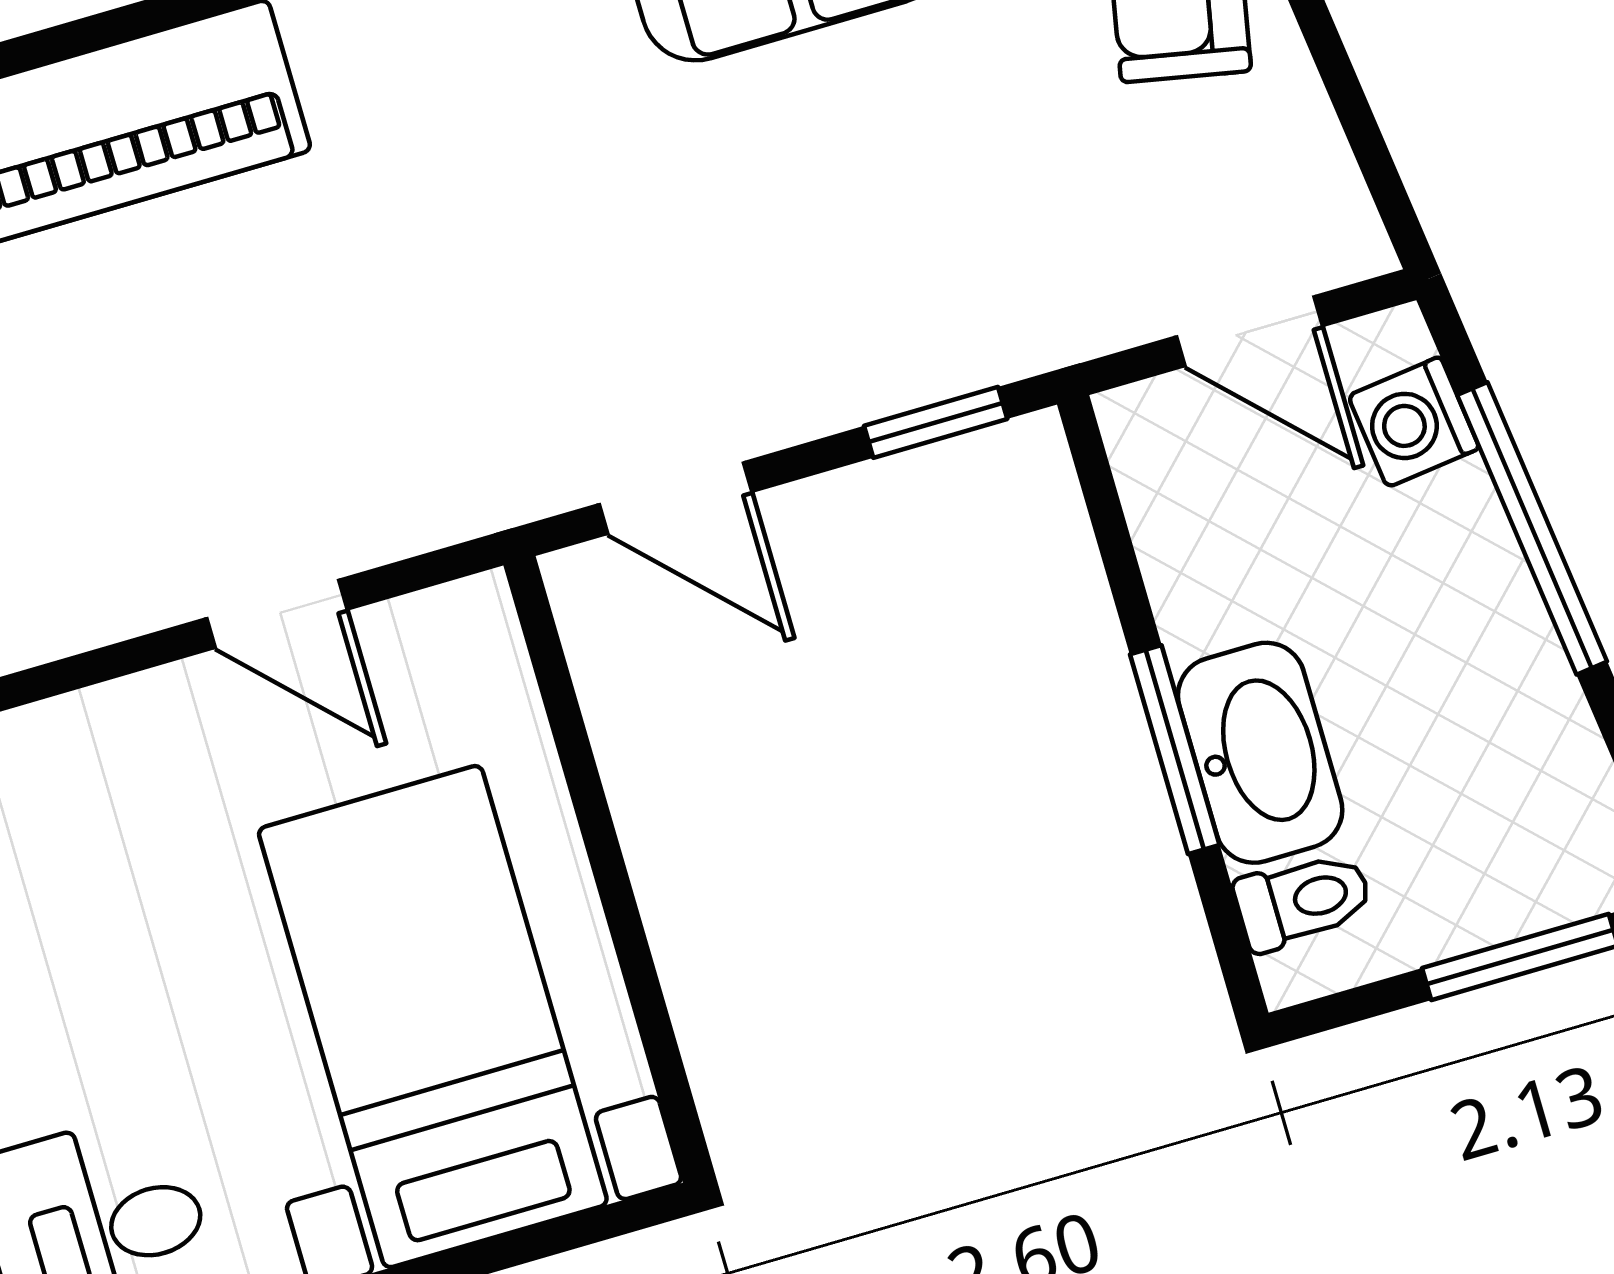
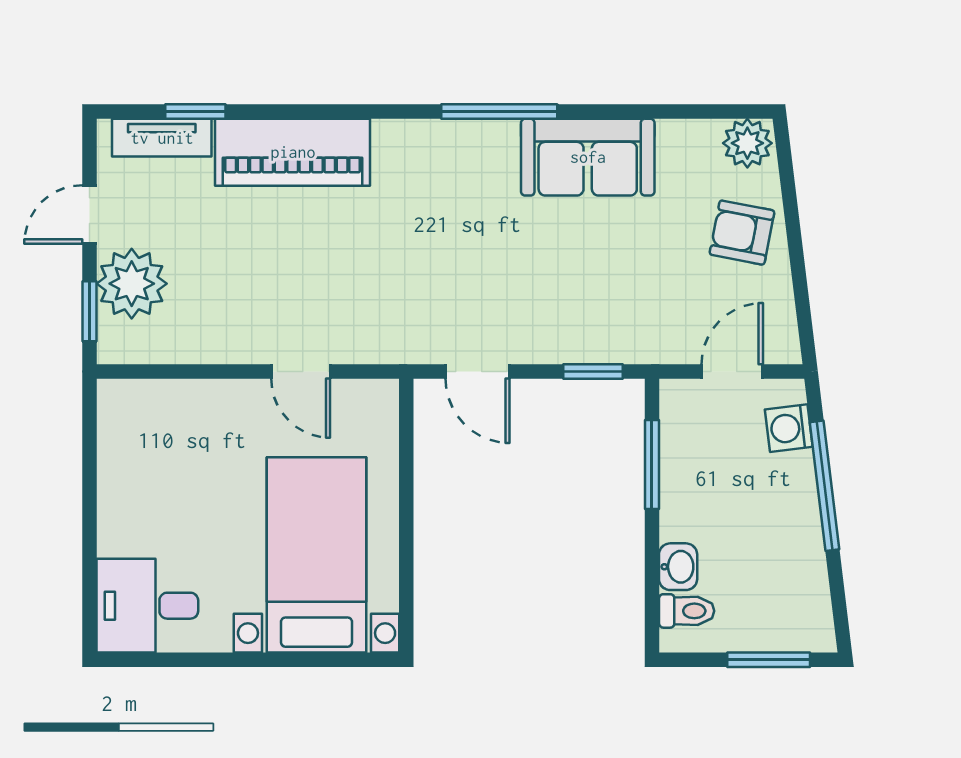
door: (1249, 331) -> (732, 371), swing flipped
window: (1175, 750) -> (652, 464), moved
washbasin: (1260, 753) -> (678, 567), width x0.52, depth x0.69

